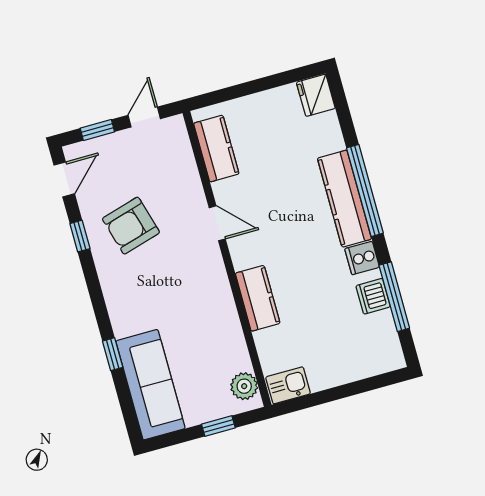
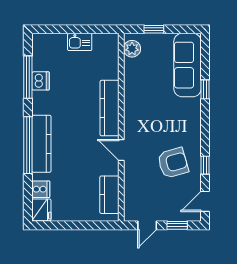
cooker: (362, 258) -> (41, 189), moved
kitchen counter: (258, 298) -> (110, 108), width x1.50
kitchen sink: (288, 385) -> (80, 42), moved

